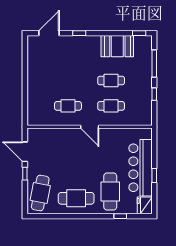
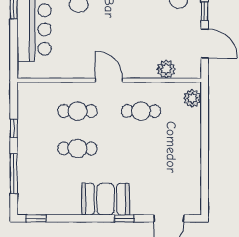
booth: (117, 46) -> (106, 199), moved
plant: (33, 115) -> (192, 98), added
plant: (51, 134) -> (166, 69), added

